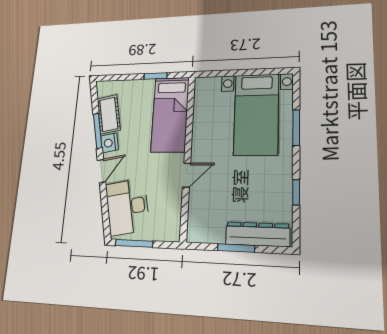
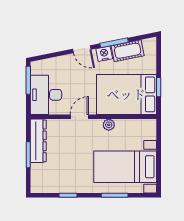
bed: (170, 114) -> (126, 94), width x1.50
plant: (199, 136) -> (109, 125), added
door: (187, 175) -> (79, 117), swing flipped
desk: (127, 207) -> (46, 95), moved, turned -79
dresser: (258, 234) -> (38, 141), moved

